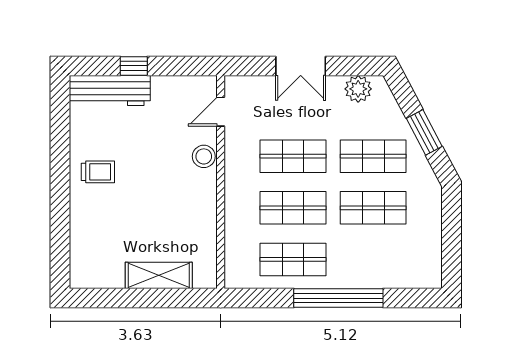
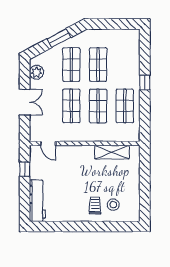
window: (134, 66) -> (25, 169), moved
stool: (204, 156) -> (113, 205), moved
trolley: (98, 172) -> (95, 205), moved
shelving: (159, 275) -> (112, 152), moved, turned 90
window: (338, 298) -> (145, 82), width x0.32

